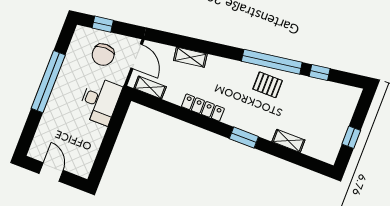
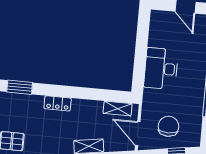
desk: (100, 101) -> (161, 69), moved
locker: (203, 108) -> (58, 103), width x0.66

